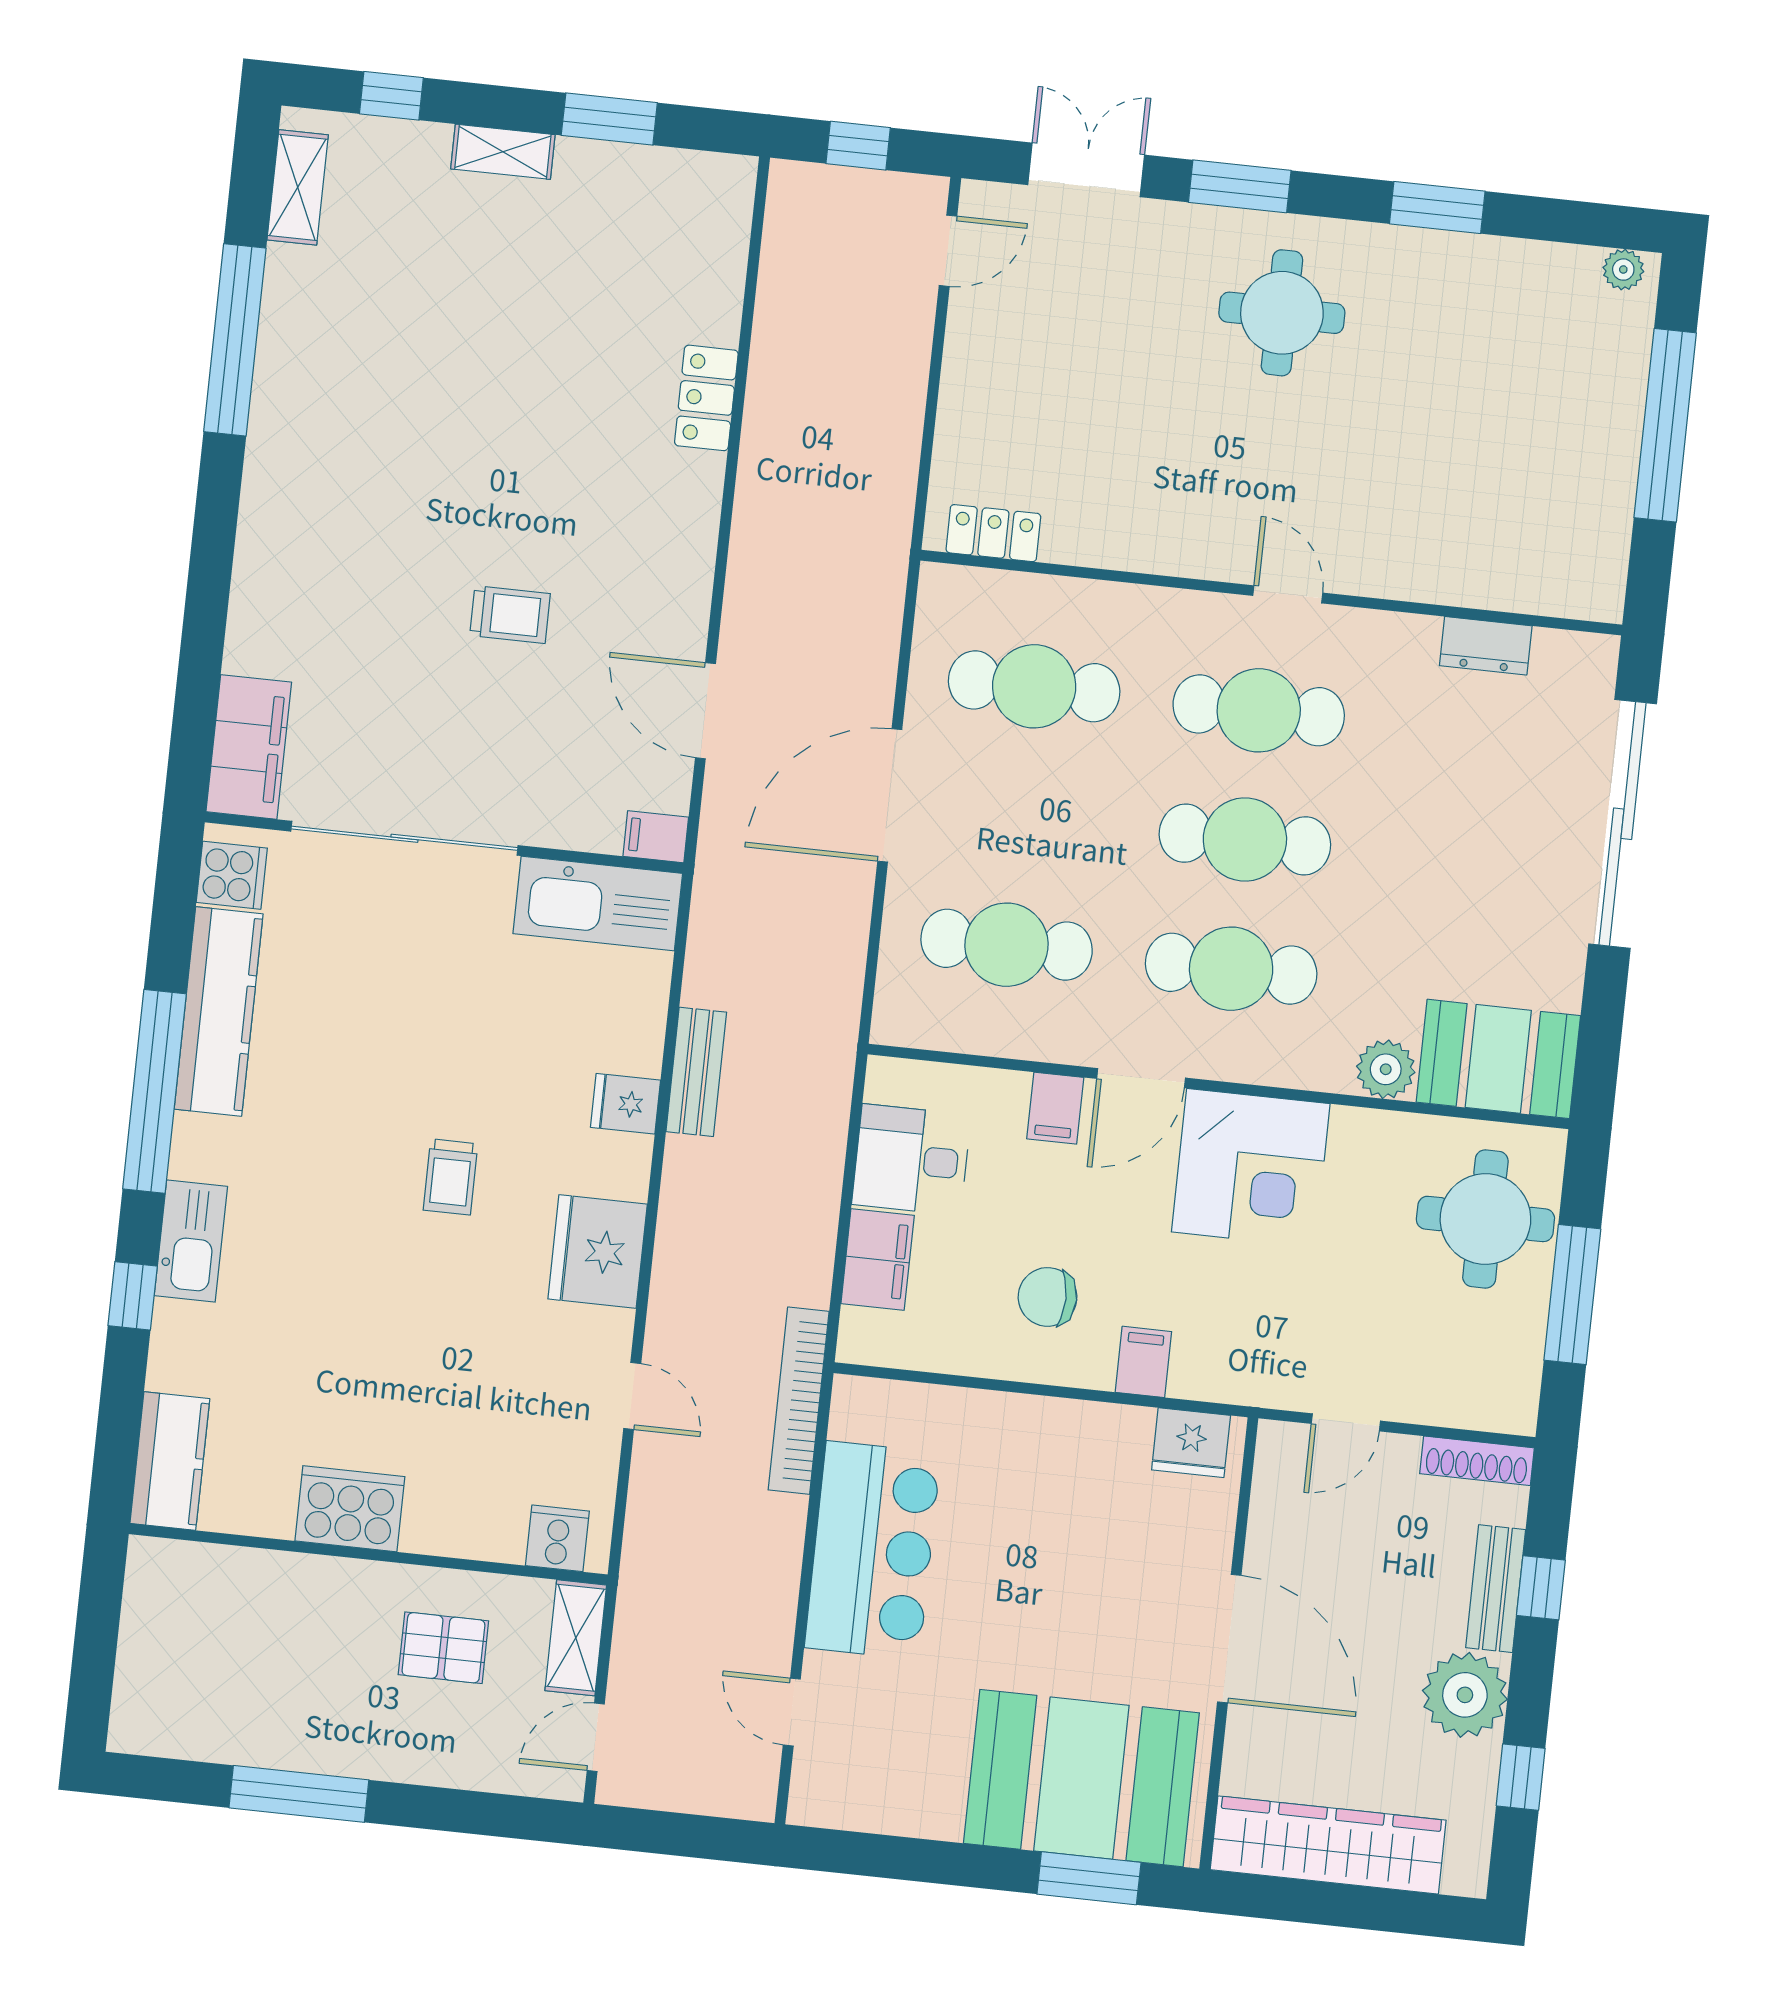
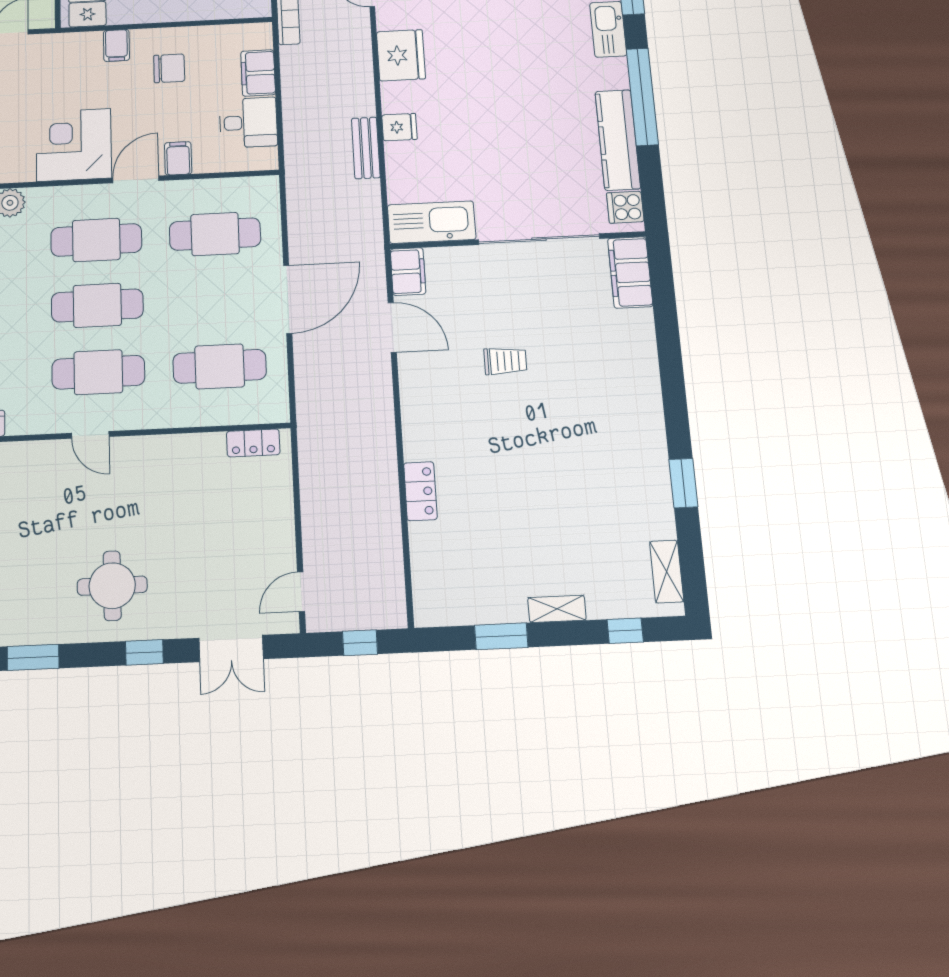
window: (1240, 186) -> (144, 652), width x0.67
window: (235, 340) -> (683, 483), width x0.47
trolley: (510, 615) -> (505, 361), turned 180
filing cabinet: (656, 837) -> (408, 272), width x2.00
trolley: (451, 1177) -> (482, 79), removed

